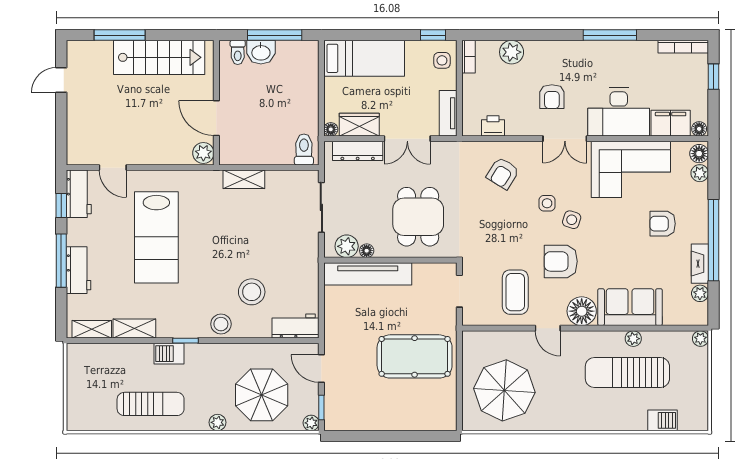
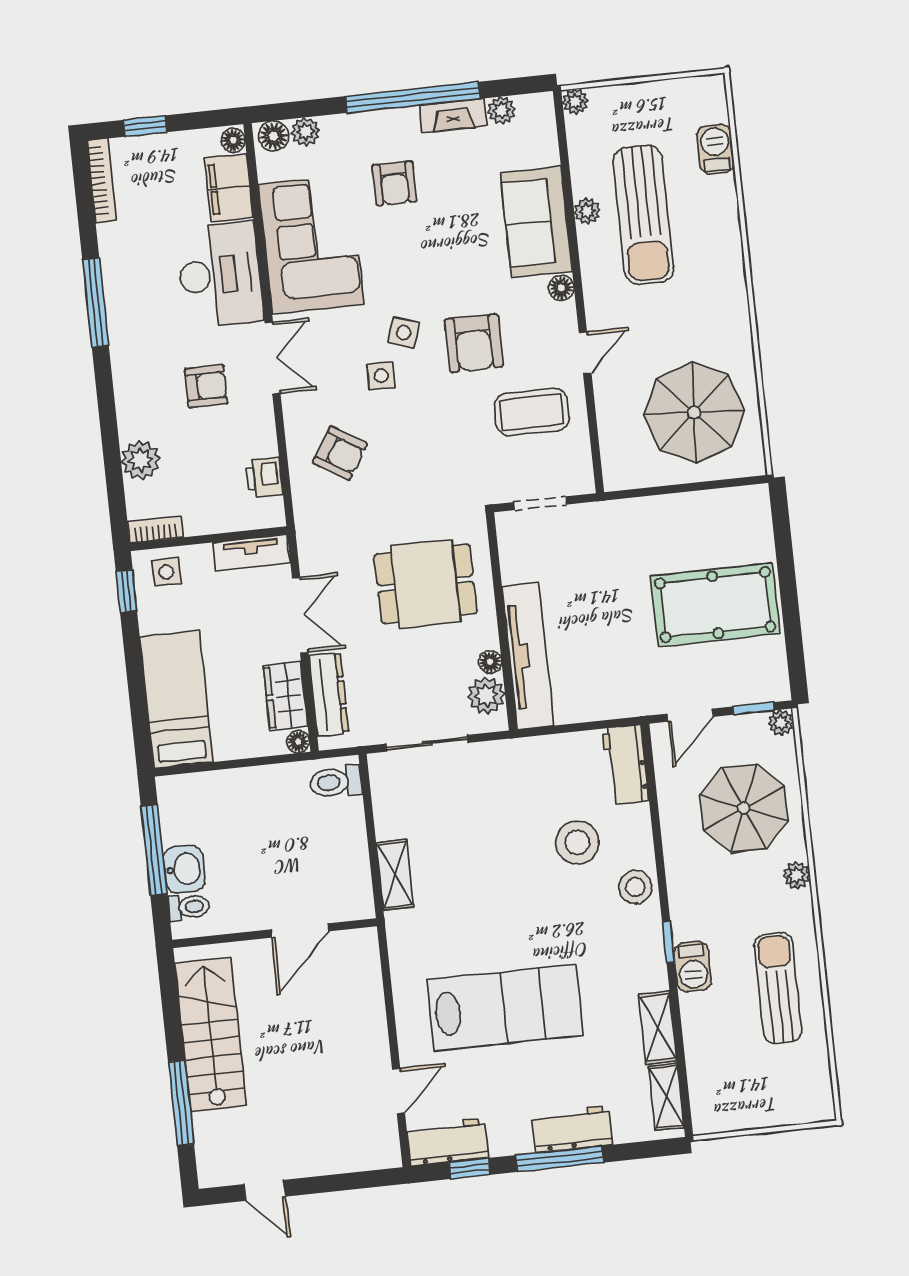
plant: (203, 153) -> (359, 946), removed
floor lamp: (582, 311) -> (561, 288), width x0.53, depth x0.53
pool table: (415, 356) -> (715, 605), moved, turned 90

